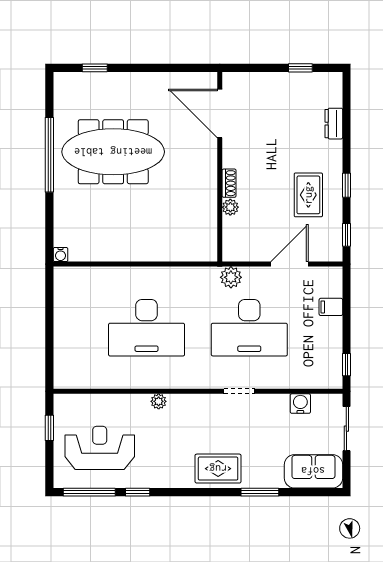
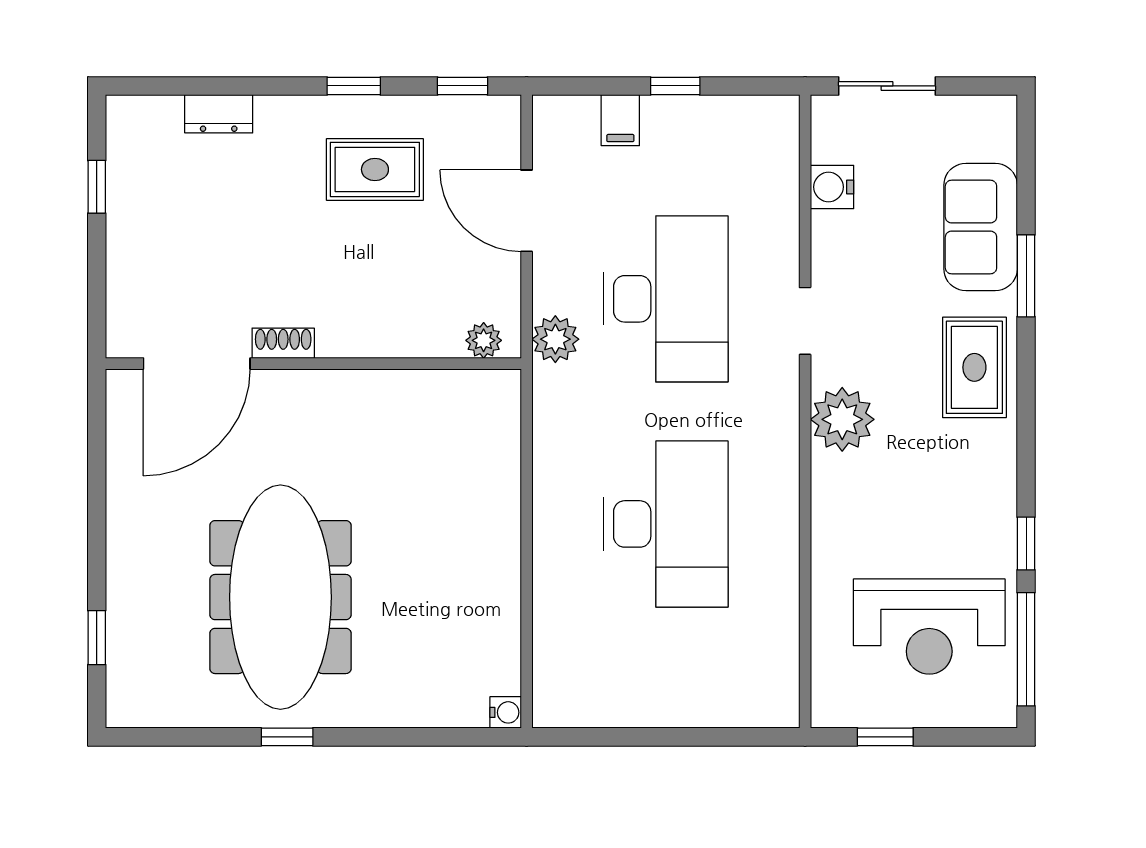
window: (49, 155) -> (287, 737), width x0.32
shoe rack: (229, 183) -> (283, 343), moved
plant: (230, 207) -> (484, 340), moved
window: (346, 365) -> (675, 86), moved
plant: (159, 401) -> (842, 419), moved, width x1.87, depth x1.87
reception desk: (100, 448) -> (929, 627), turned -90
sofa: (313, 471) -> (981, 227), moved

